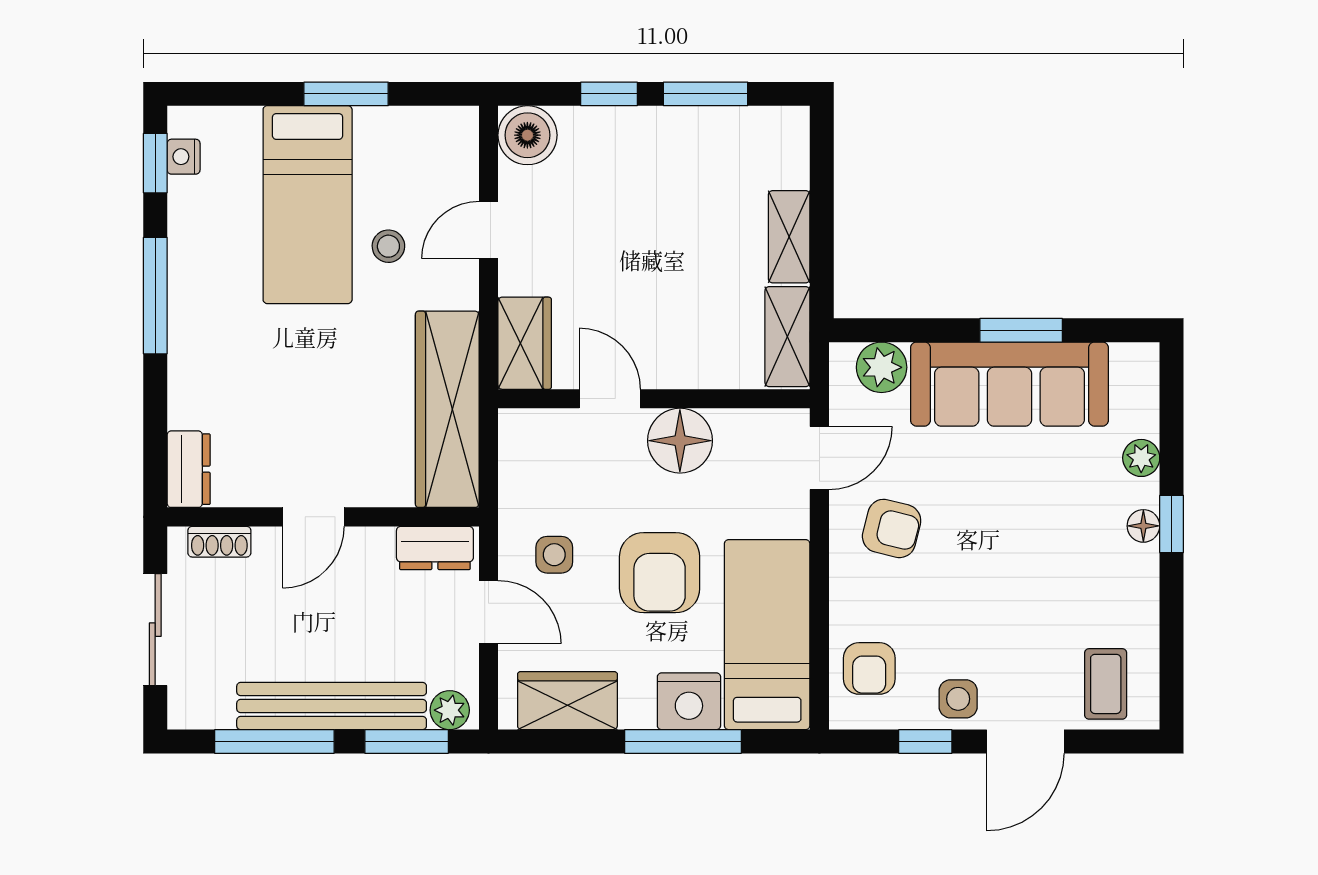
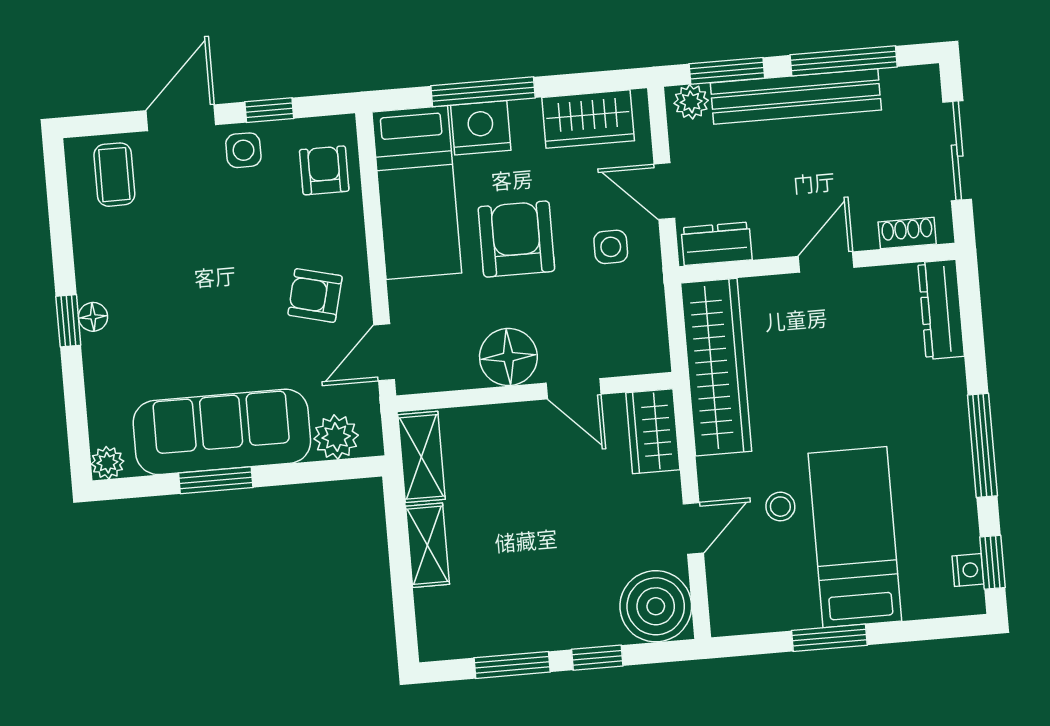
boiler: (527, 135) -> (656, 606), width x1.37, depth x1.37
plant: (1141, 458) -> (107, 463), moved
dresser: (189, 469) -> (941, 309), width x1.44

